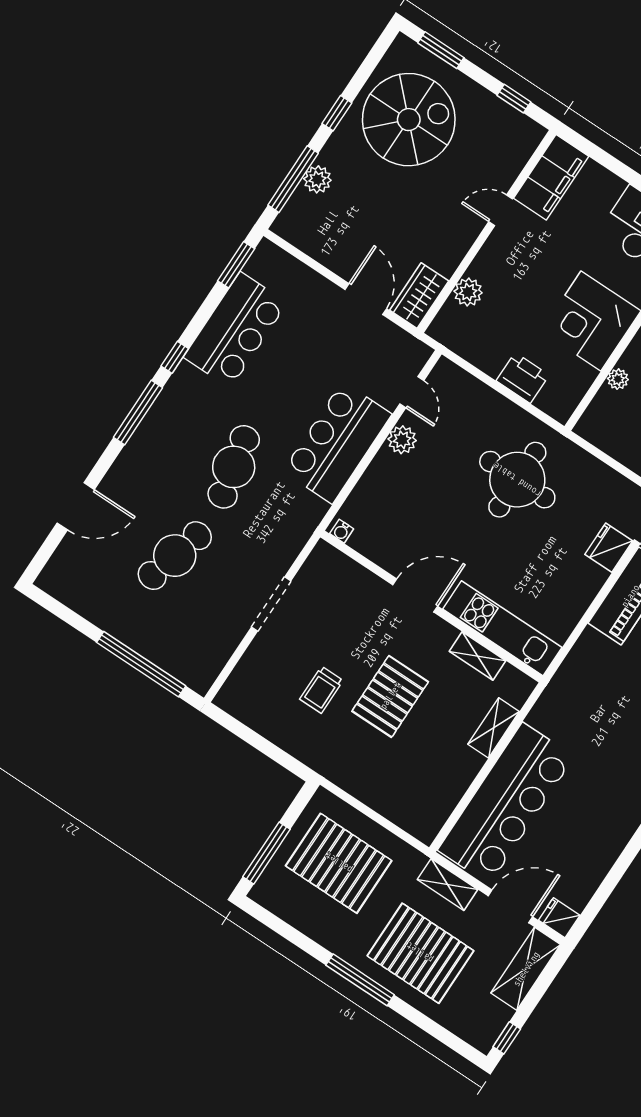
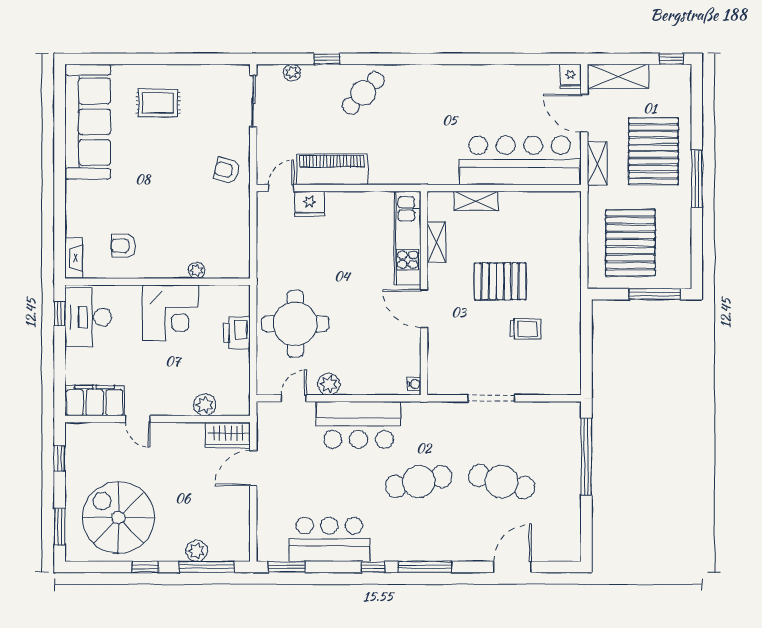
round table: (517, 480) -> (295, 324), moved
door: (76, 506) -> (512, 567), hinge flipped

